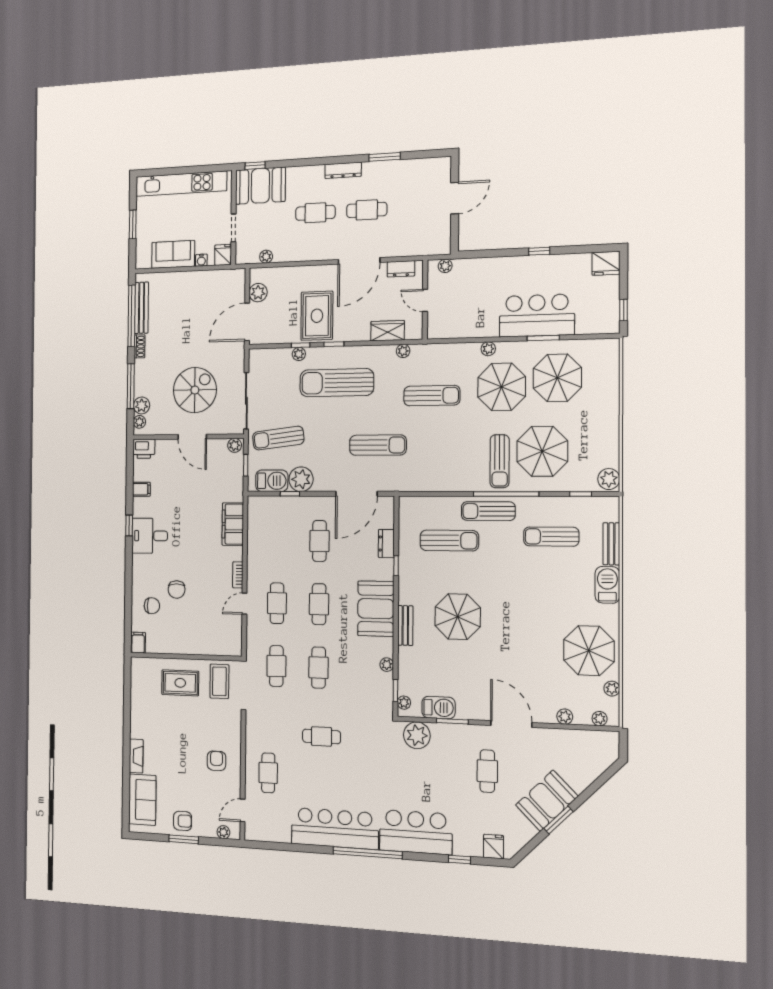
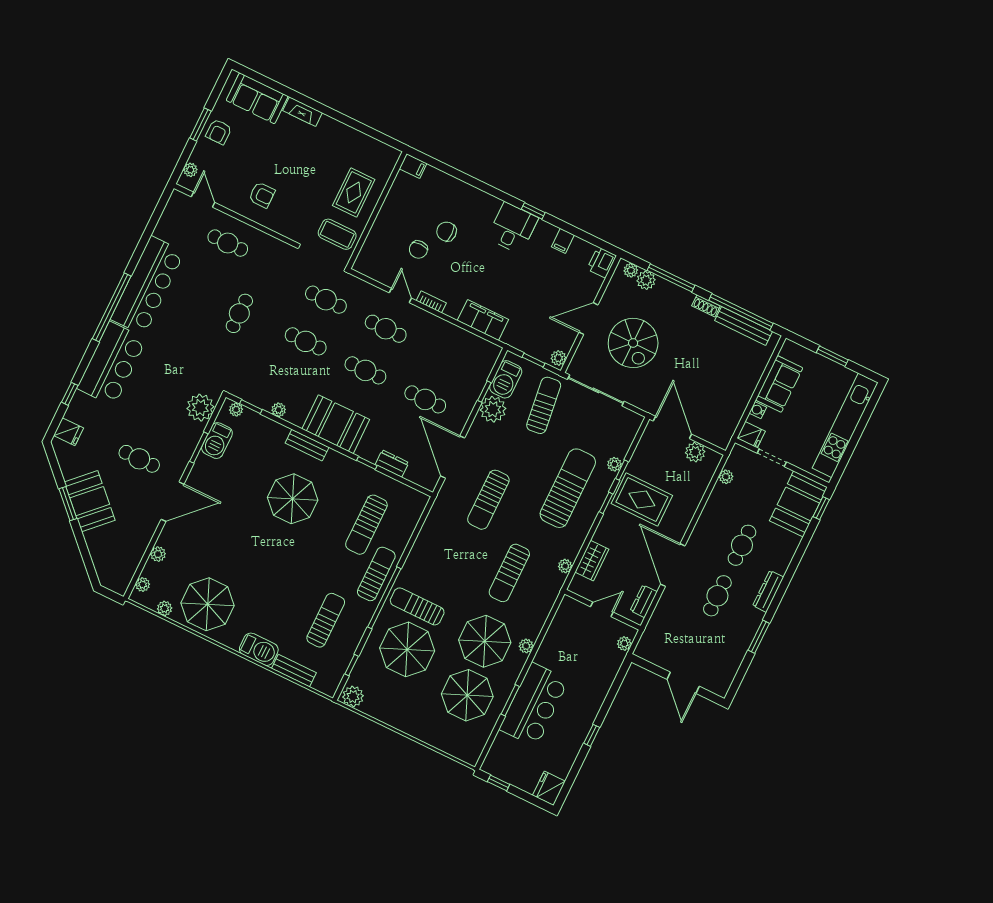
chair: (152, 606) -> (418, 250), moved

